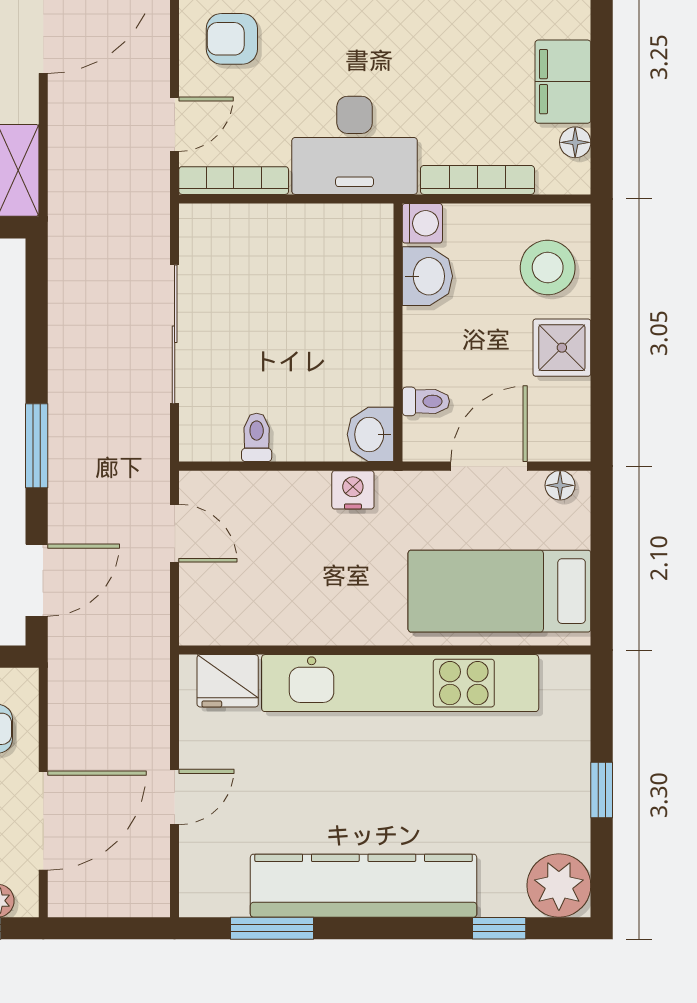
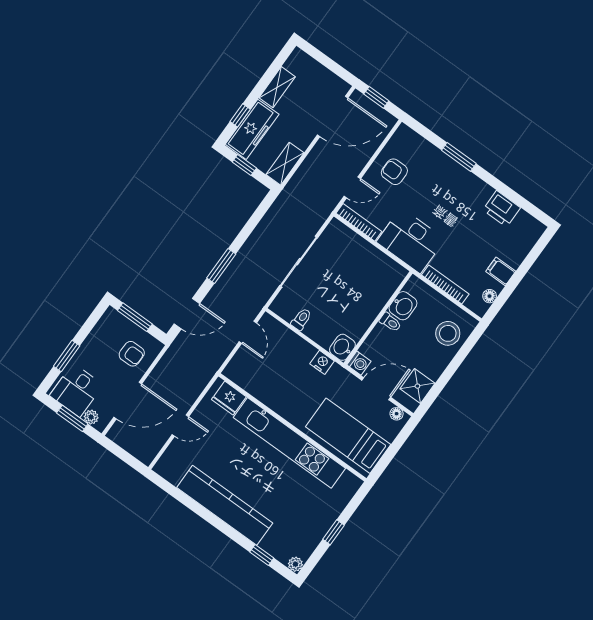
filing cabinet: (563, 82) -> (501, 271), width x0.50
washing machine: (422, 223) -> (359, 363), moved
shower: (562, 348) -> (417, 386), moved
toilet: (426, 401) -> (390, 322), moved
plant: (559, 885) -> (295, 564), width x0.53, depth x0.53
window: (272, 928) -> (181, 497), removed

